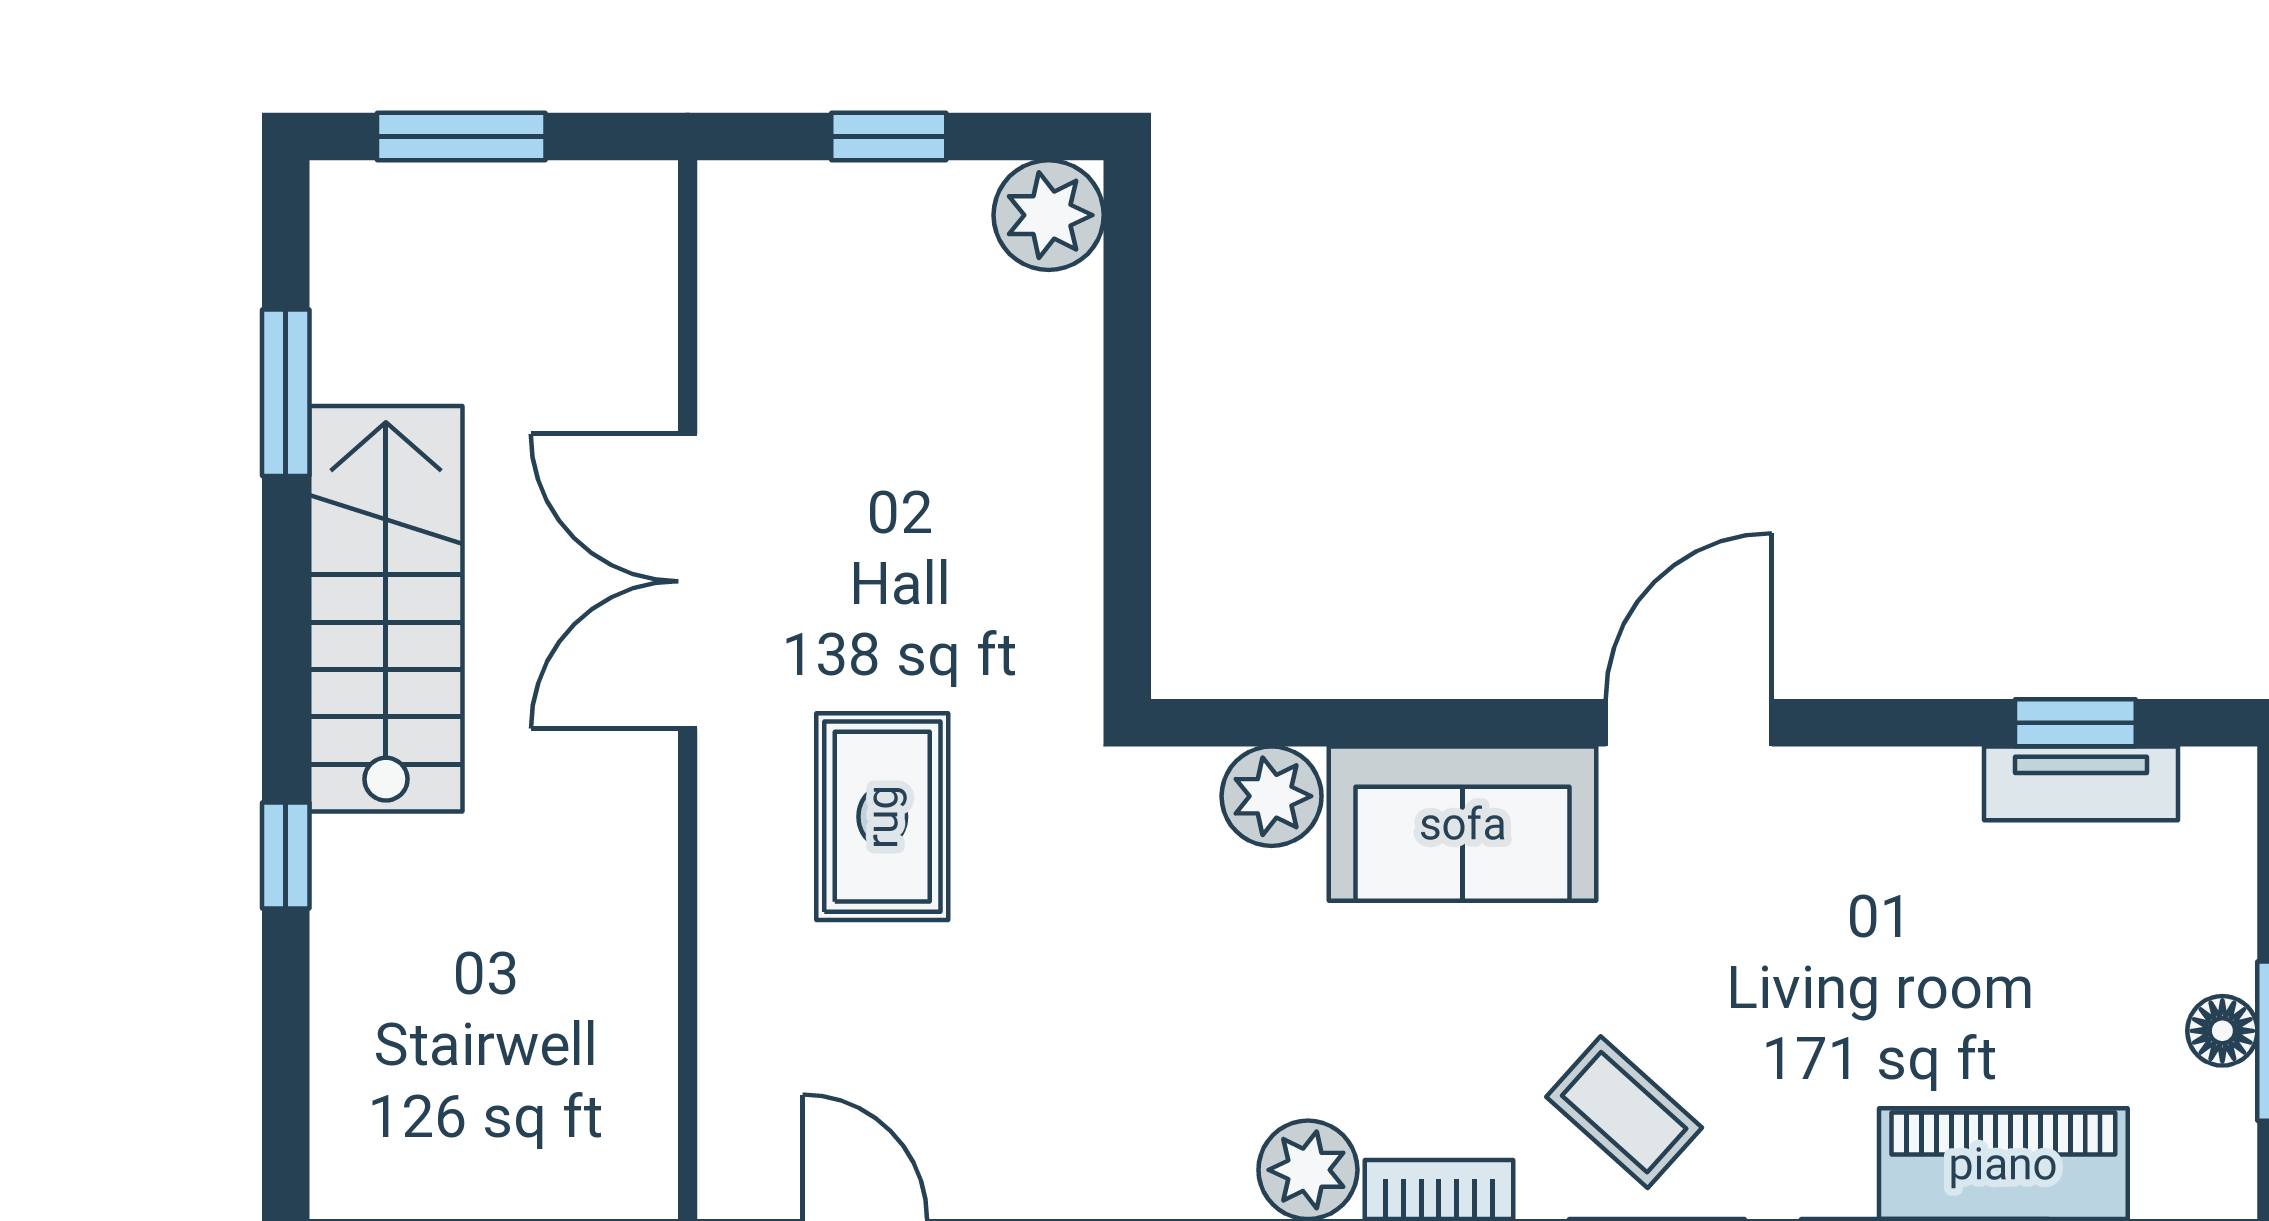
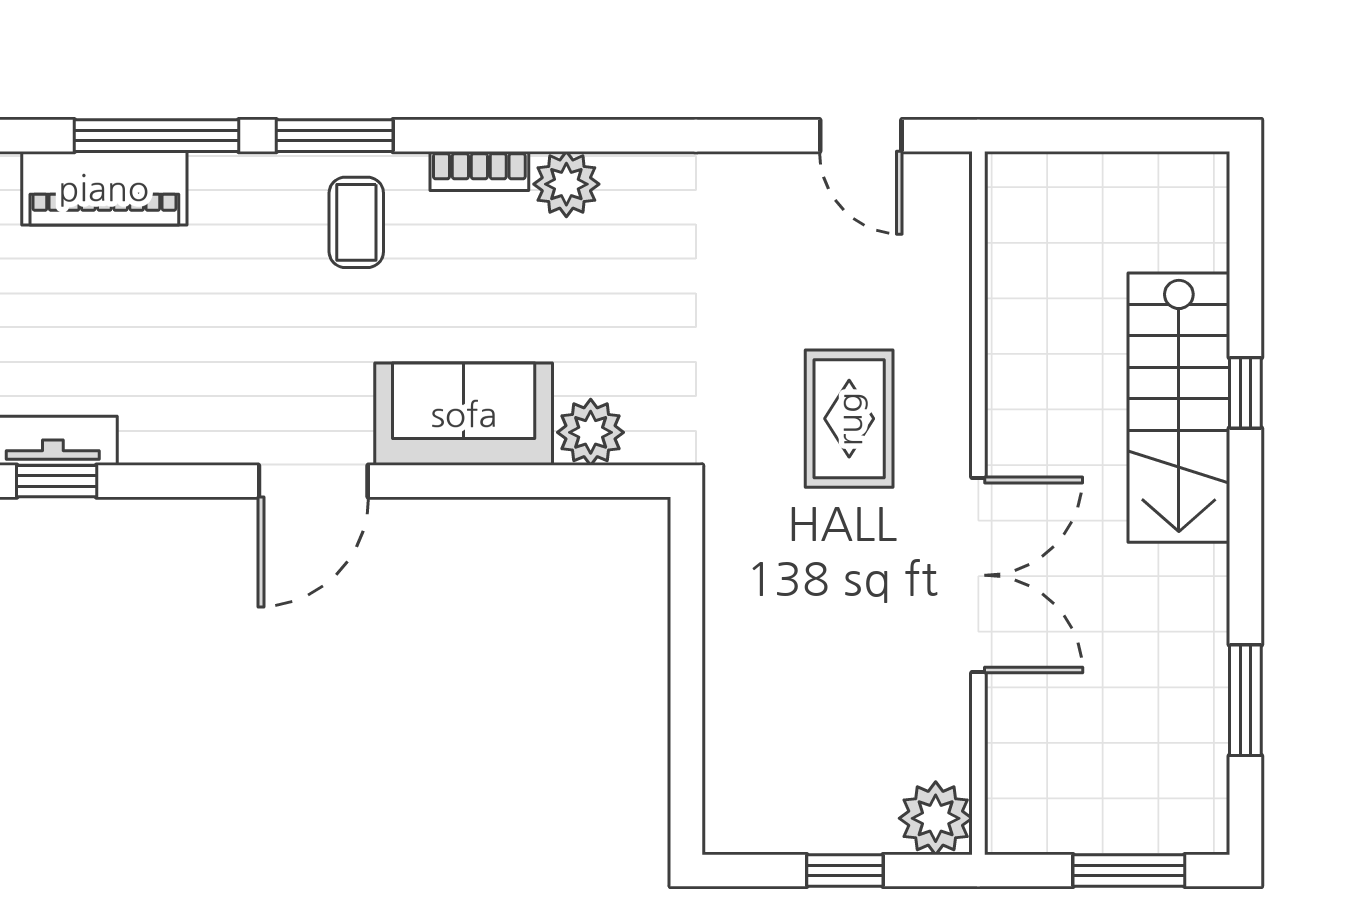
plant: (1049, 215) -> (936, 818), moved
stairs: (386, 609) -> (1179, 408), moved
coffee table: (1624, 1112) -> (356, 222), turned 48

